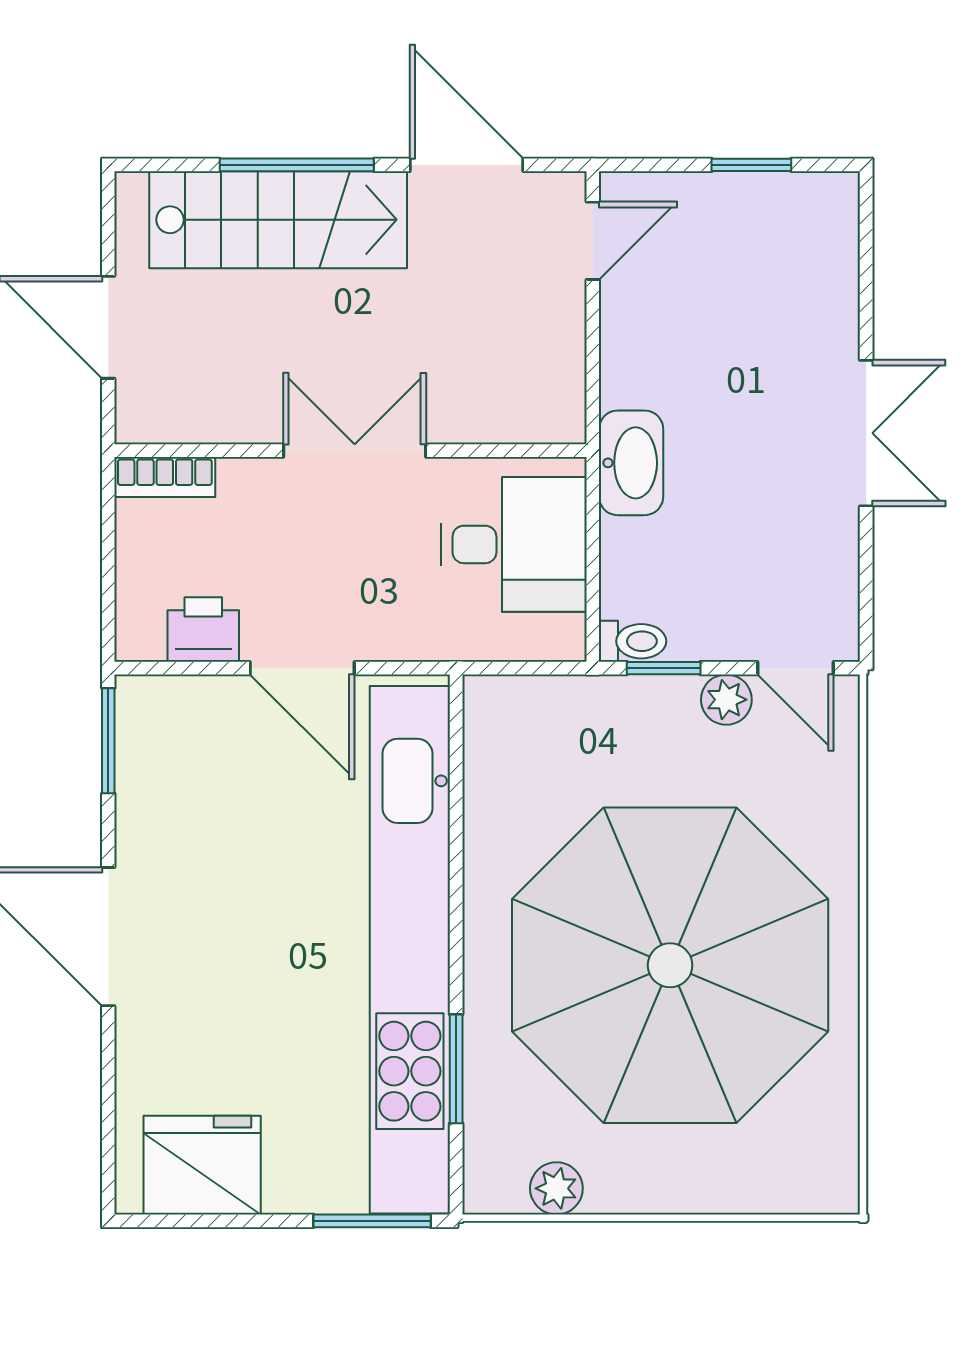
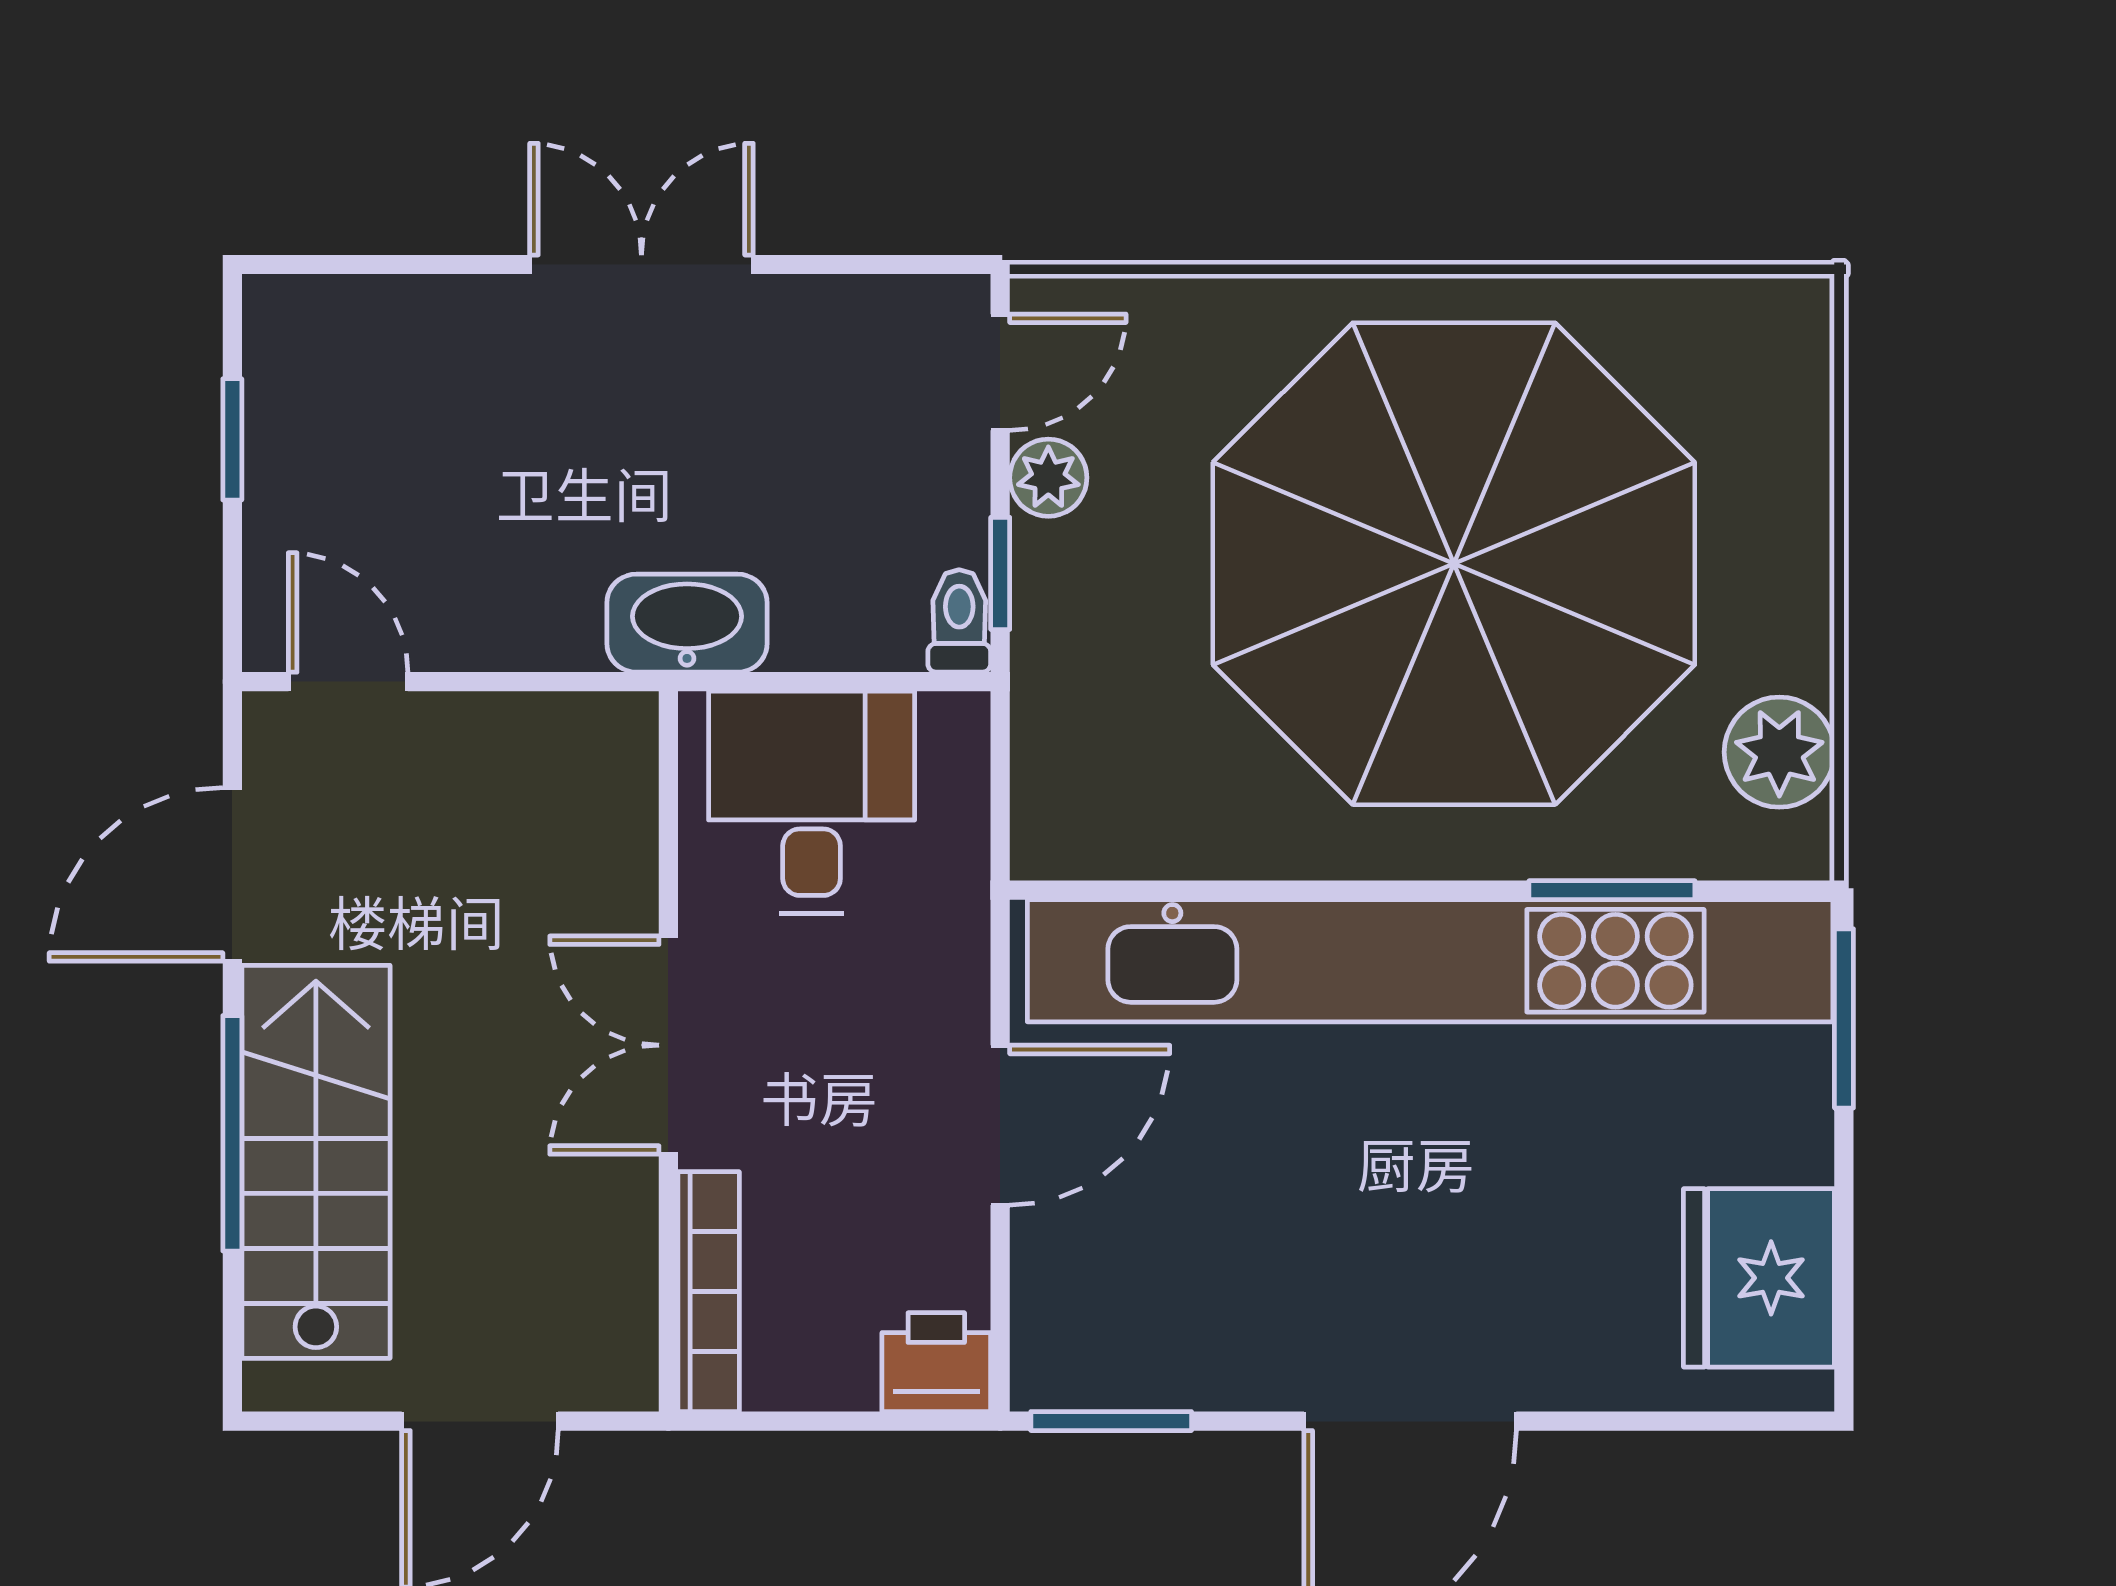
bookcase: (165, 477) -> (709, 1292), width x1.56
printer: (203, 629) -> (936, 1362), moved, turned 90
plant: (556, 1188) -> (1779, 752), width x1.38, depth x1.38

